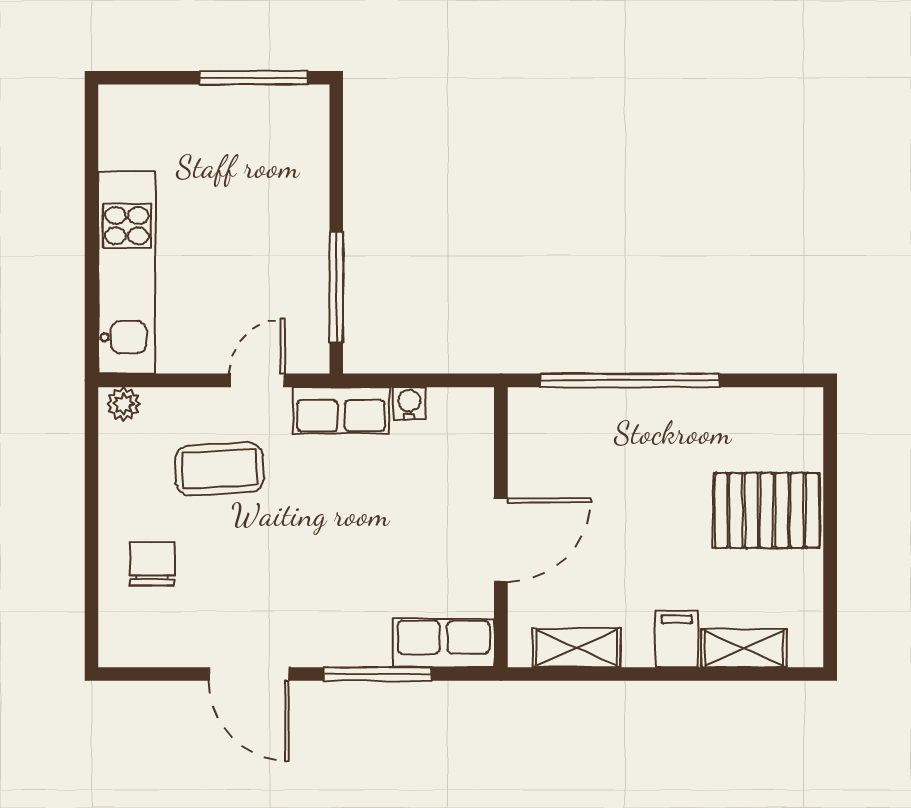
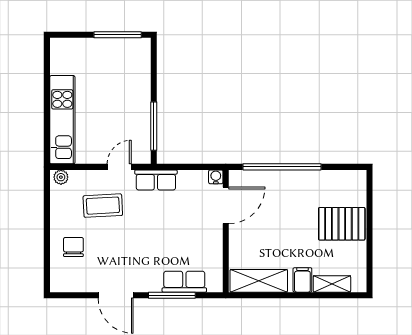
water cooler: (409, 403) -> (216, 177), moved
door: (501, 540) -> (226, 205), moved
row of seats: (443, 643) -> (184, 282), moved
shelving: (576, 648) -> (259, 281), width x1.50, depth x1.33

